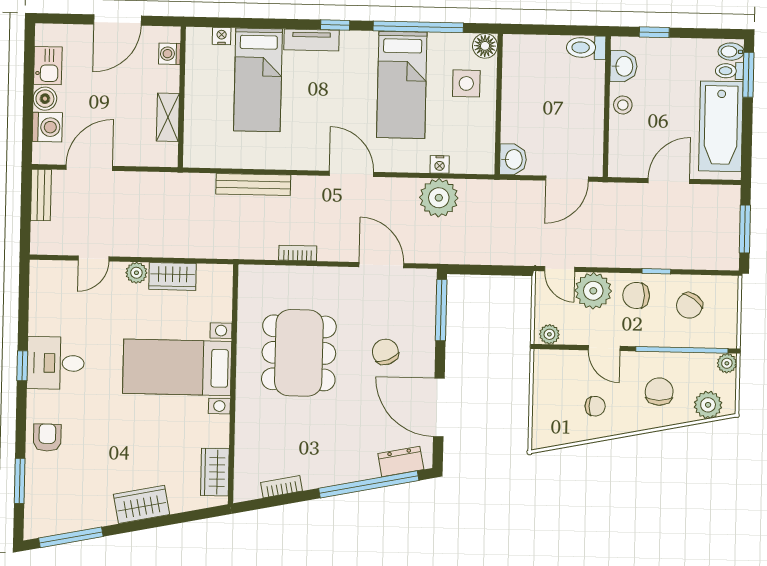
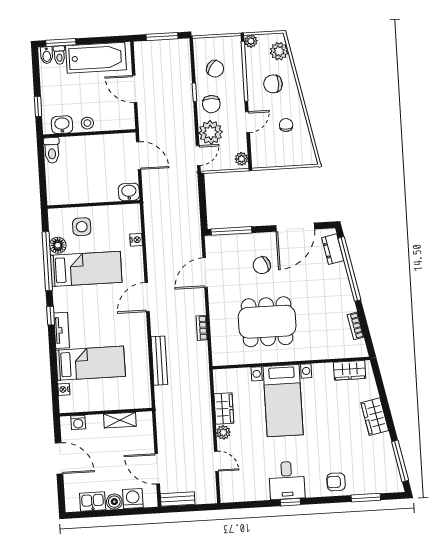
floor lamp: (485, 46) -> (58, 245), moved
plant: (439, 198) -> (158, 239), removed

